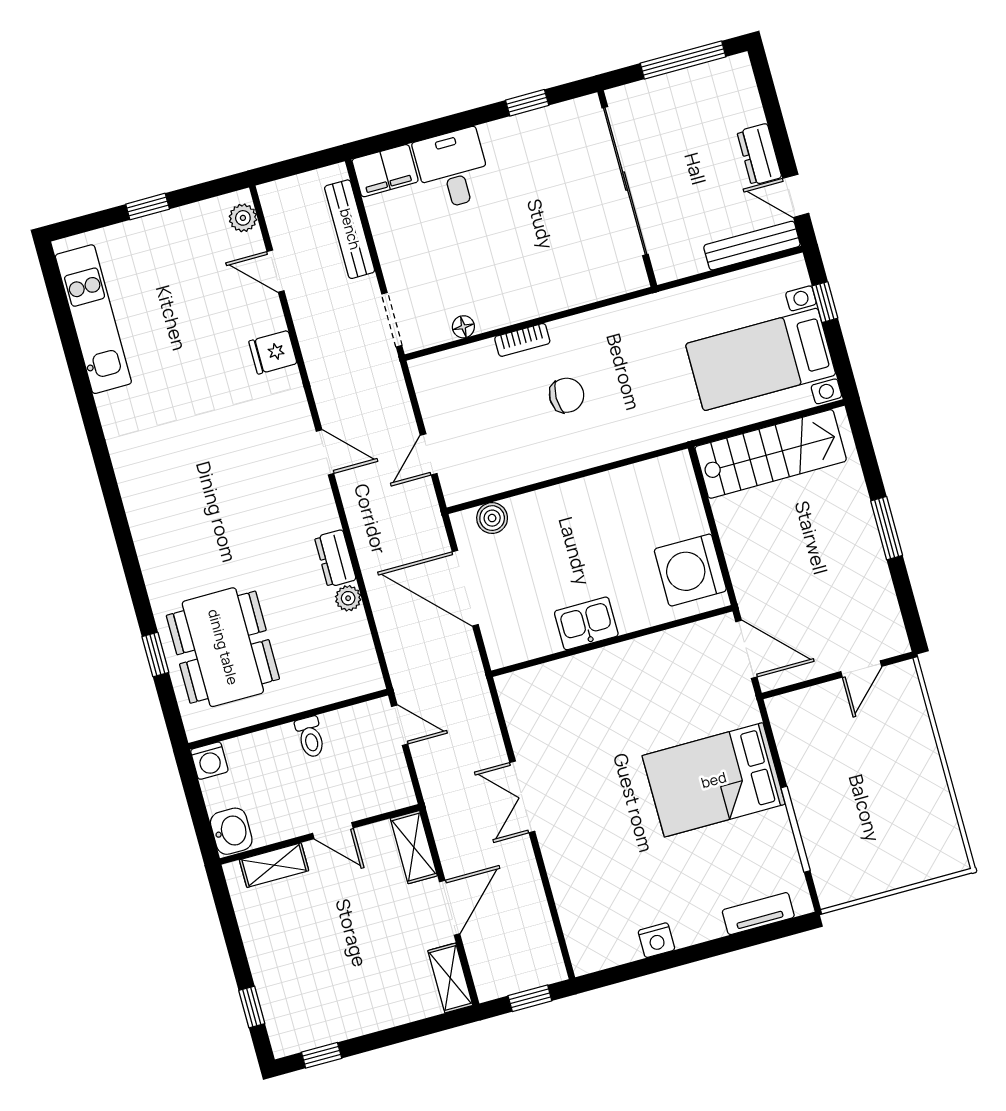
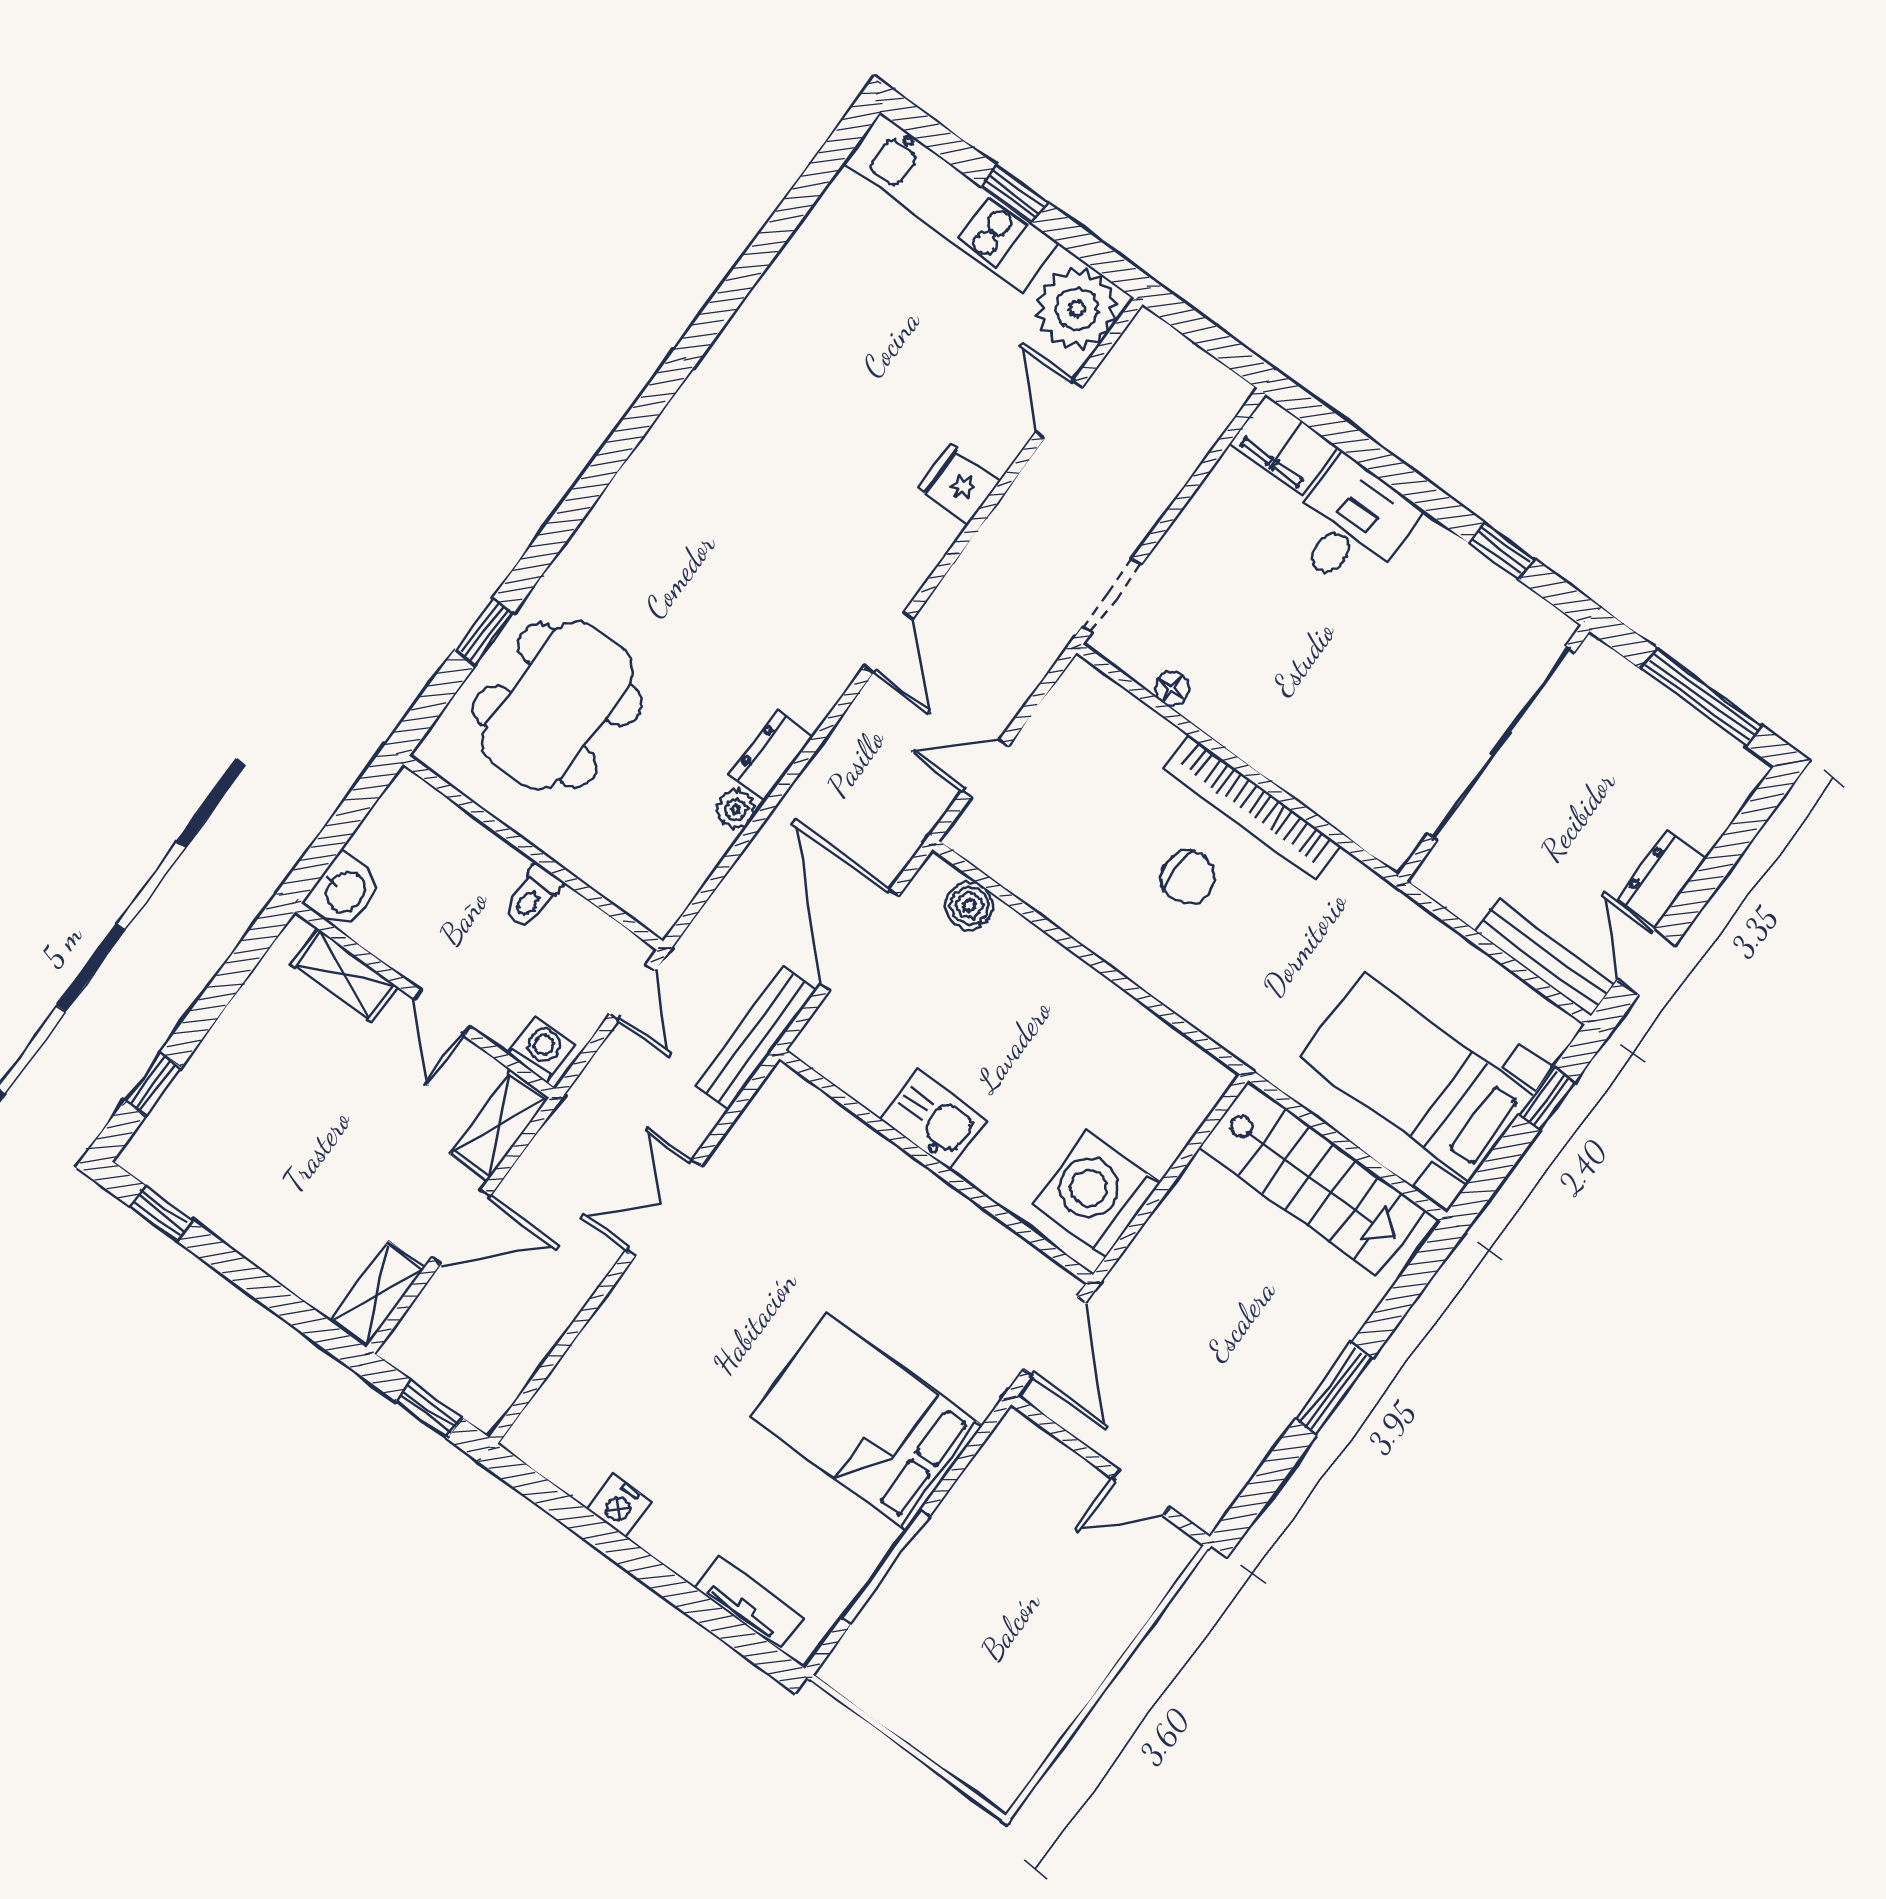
plant: (243, 218) -> (1077, 309), width x1.87, depth x1.87
bench: (350, 229) -> (756, 1038), moved
kitchen unit: (93, 319) -> (951, 203), moved, turned 90
bookcase: (522, 340) -> (1252, 807), width x2.31, depth x1.31
washing machine: (209, 761) -> (541, 1049), moved, turned 180

